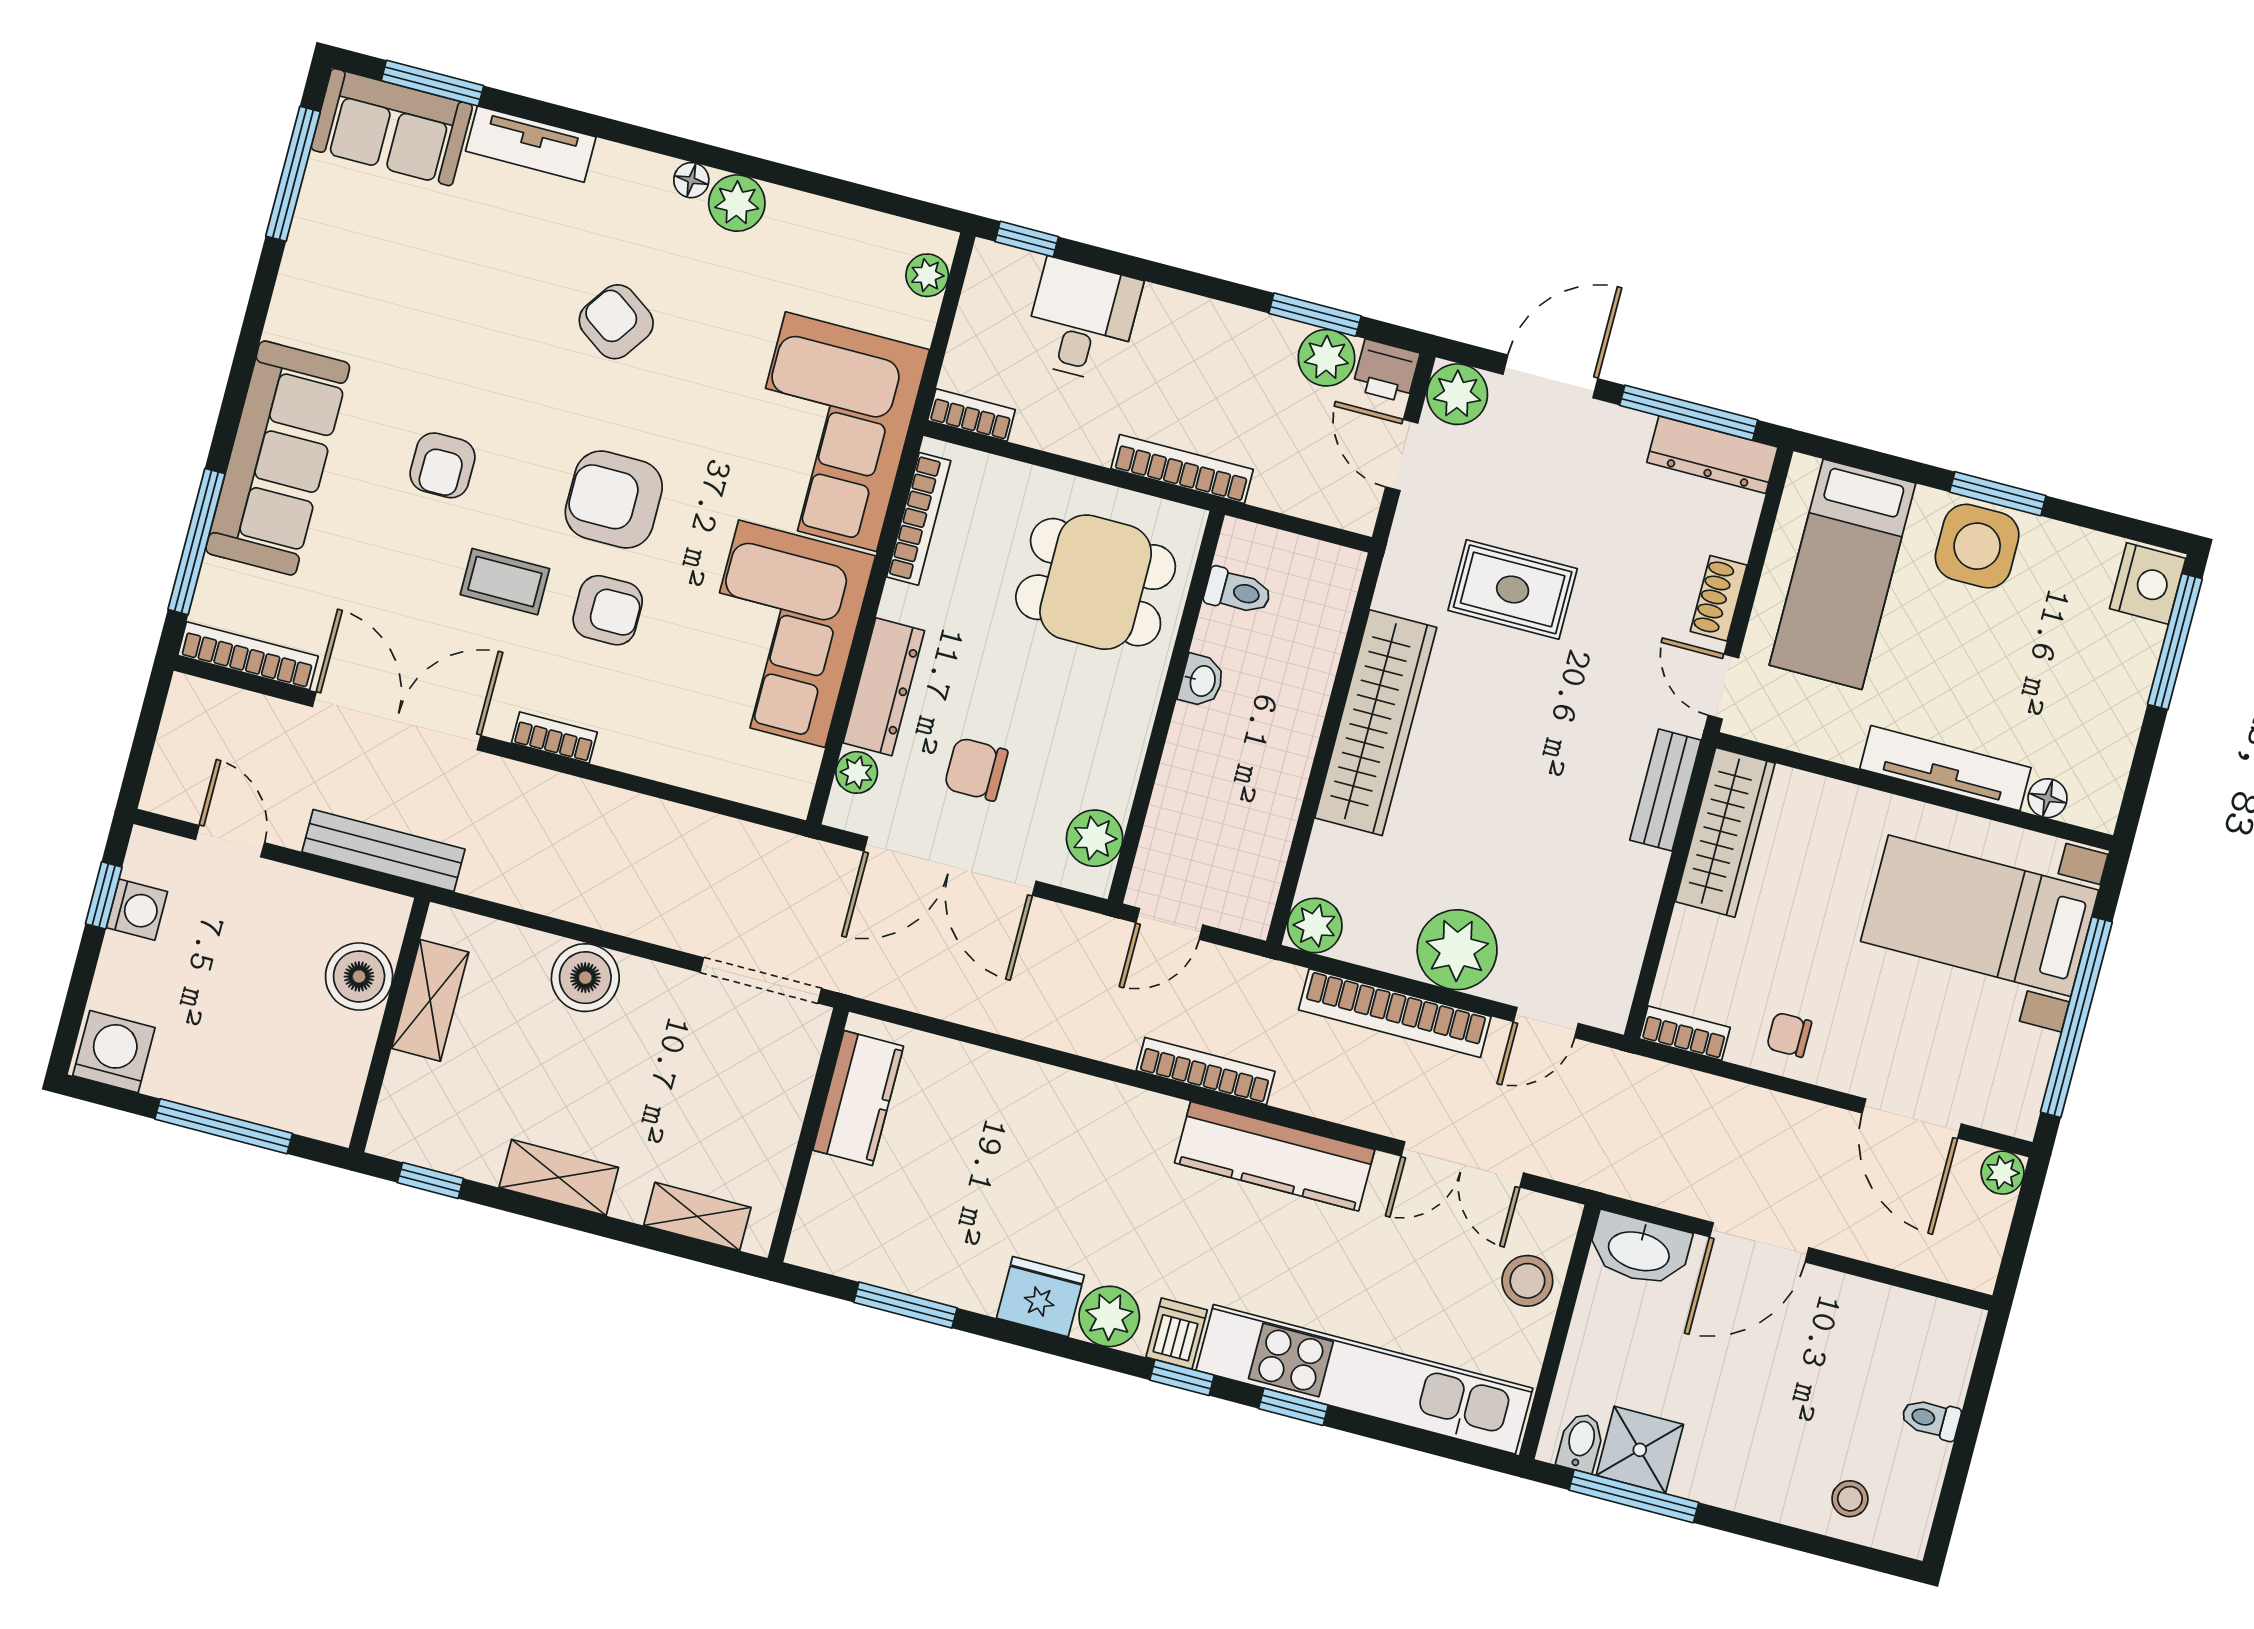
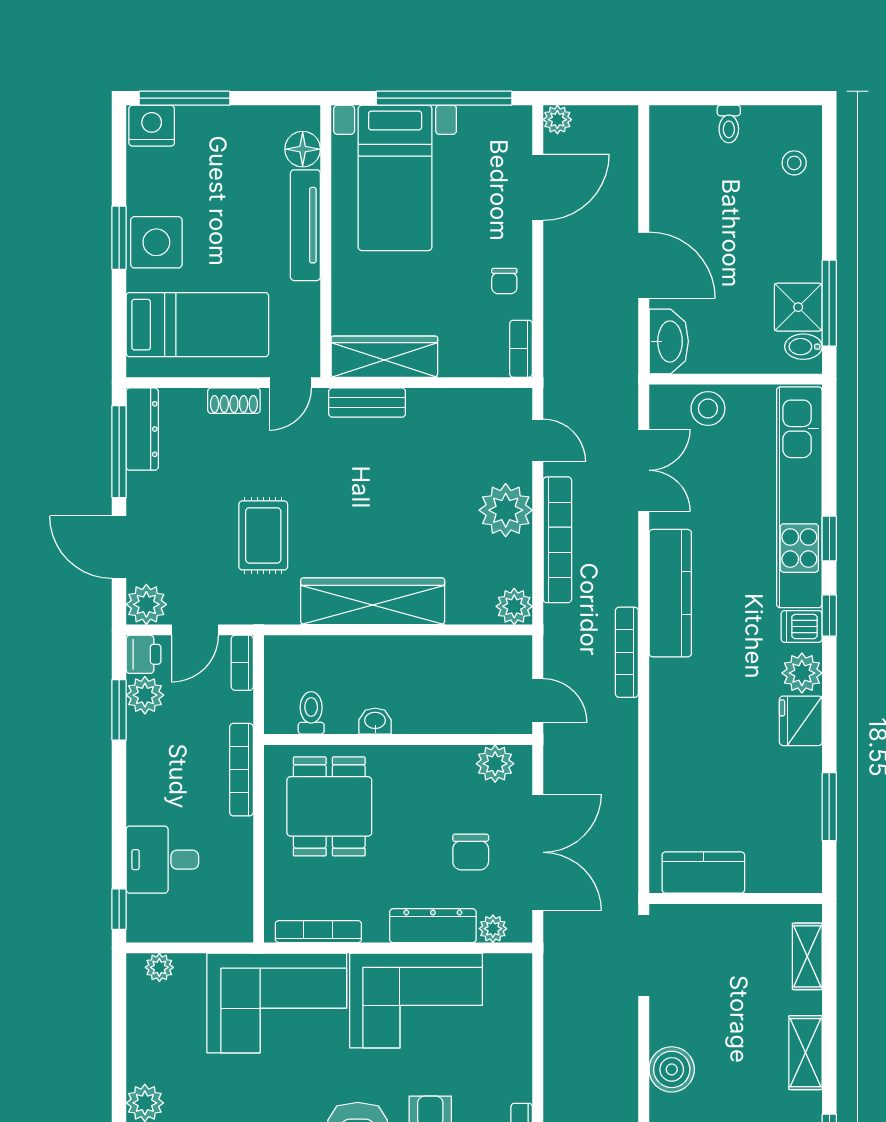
bookcase: (971, 415) -> (242, 663), moved
floor lamp: (2048, 798) -> (303, 149), width x1.37, depth x1.37

